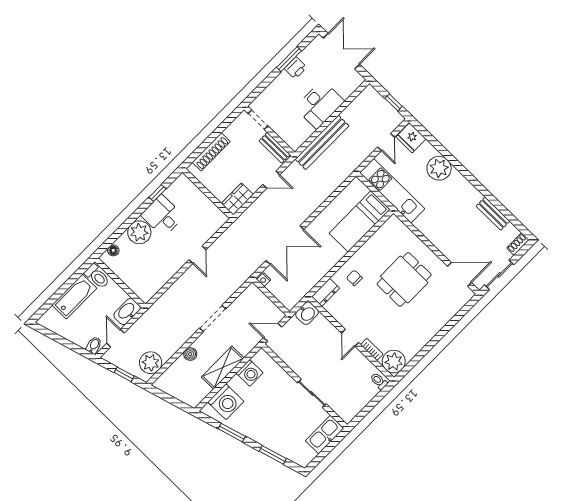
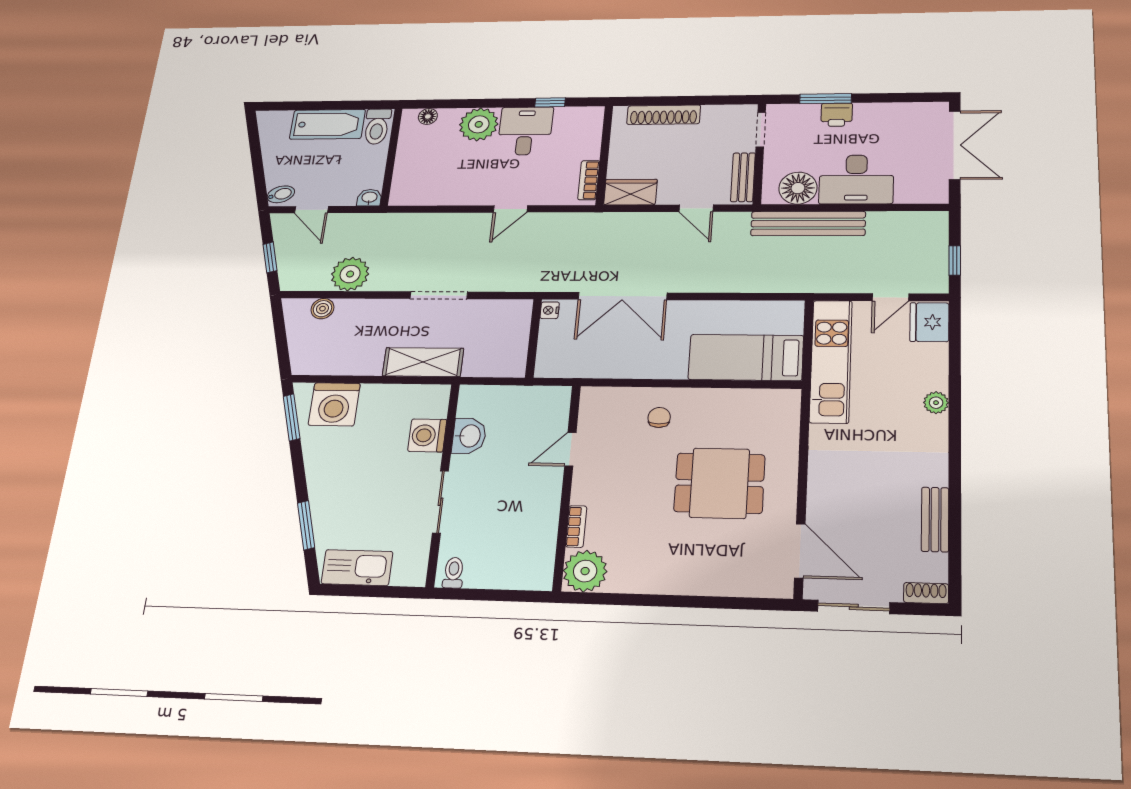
window: (289, 59) -> (826, 99), moved
printer: (296, 68) -> (837, 115), moved
floor lamp: (301, 131) -> (798, 188), added
plant: (439, 168) -> (936, 403), width x0.53, depth x0.53
bookcase: (214, 211) -> (589, 180), added
dresser: (326, 292) -> (604, 399), removed
washbasin: (127, 312) -> (369, 198), width x0.52, depth x0.69
washbasin: (307, 313) -> (469, 436), moved, turned -90
door: (273, 332) -> (485, 381), removed
door: (115, 338) -> (311, 210), swing flipped
door: (350, 338) -> (570, 449), moved
boiler: (190, 354) -> (322, 309), moved
plant: (151, 363) -> (350, 274), moved
shelving: (223, 368) -> (423, 362), moved
washing machine: (250, 373) -> (427, 435), moved, turned 90
toilet: (379, 381) -> (453, 573), moved
window: (232, 433) -> (292, 417), moved
kitchen sink: (325, 435) -> (357, 568), moved

